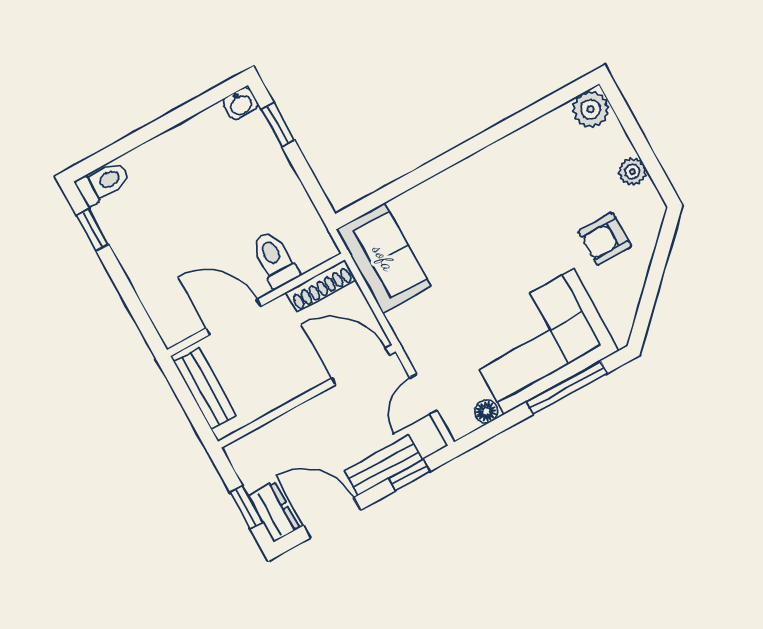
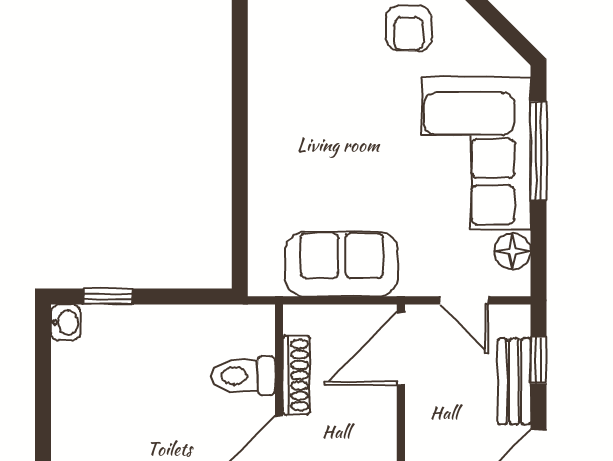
sofa: (384, 258) -> (342, 264), moved
shoe rack: (321, 286) -> (296, 375), moved
floor lamp: (486, 412) -> (512, 251), width x1.37, depth x1.37

